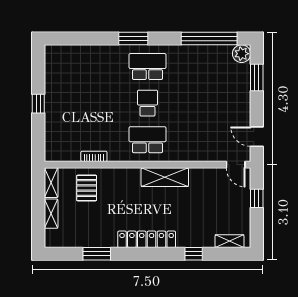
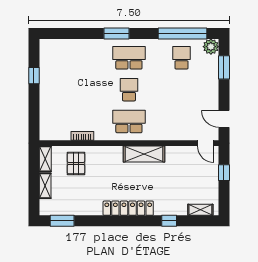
school desk: (208, 67) -> (181, 58), added
window: (38, 104) -> (34, 76), moved
window: (97, 254) -> (62, 221), moved

